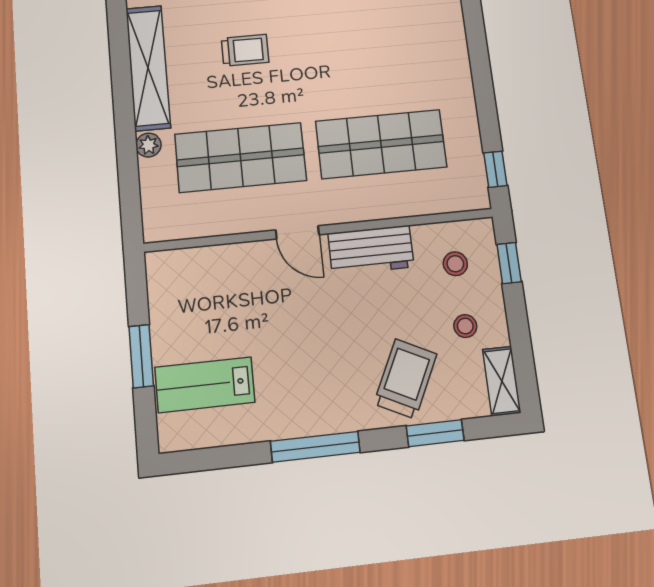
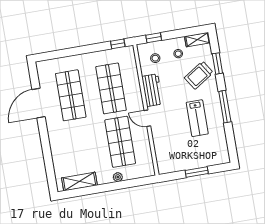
shop shelf: (369, 43) -> (71, 95), added
trolley: (245, 50) -> (77, 143), removed
shelving: (148, 68) -> (79, 182), width x0.68
door: (297, 232) -> (147, 118), swing flipped
trolley: (405, 379) -> (199, 75), turned -59
lab bench: (205, 385) -> (197, 118), moved

